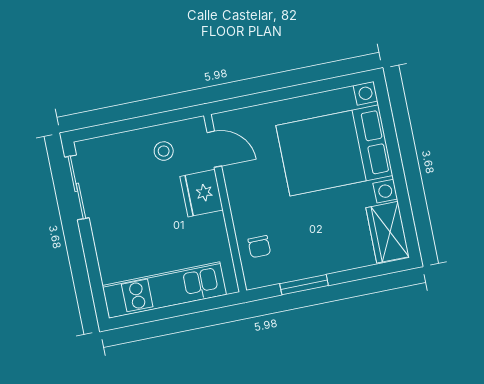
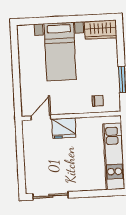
bed with nightstands: (334, 150) -> (60, 52), width x0.73
stool: (164, 151) -> (38, 145), removed

